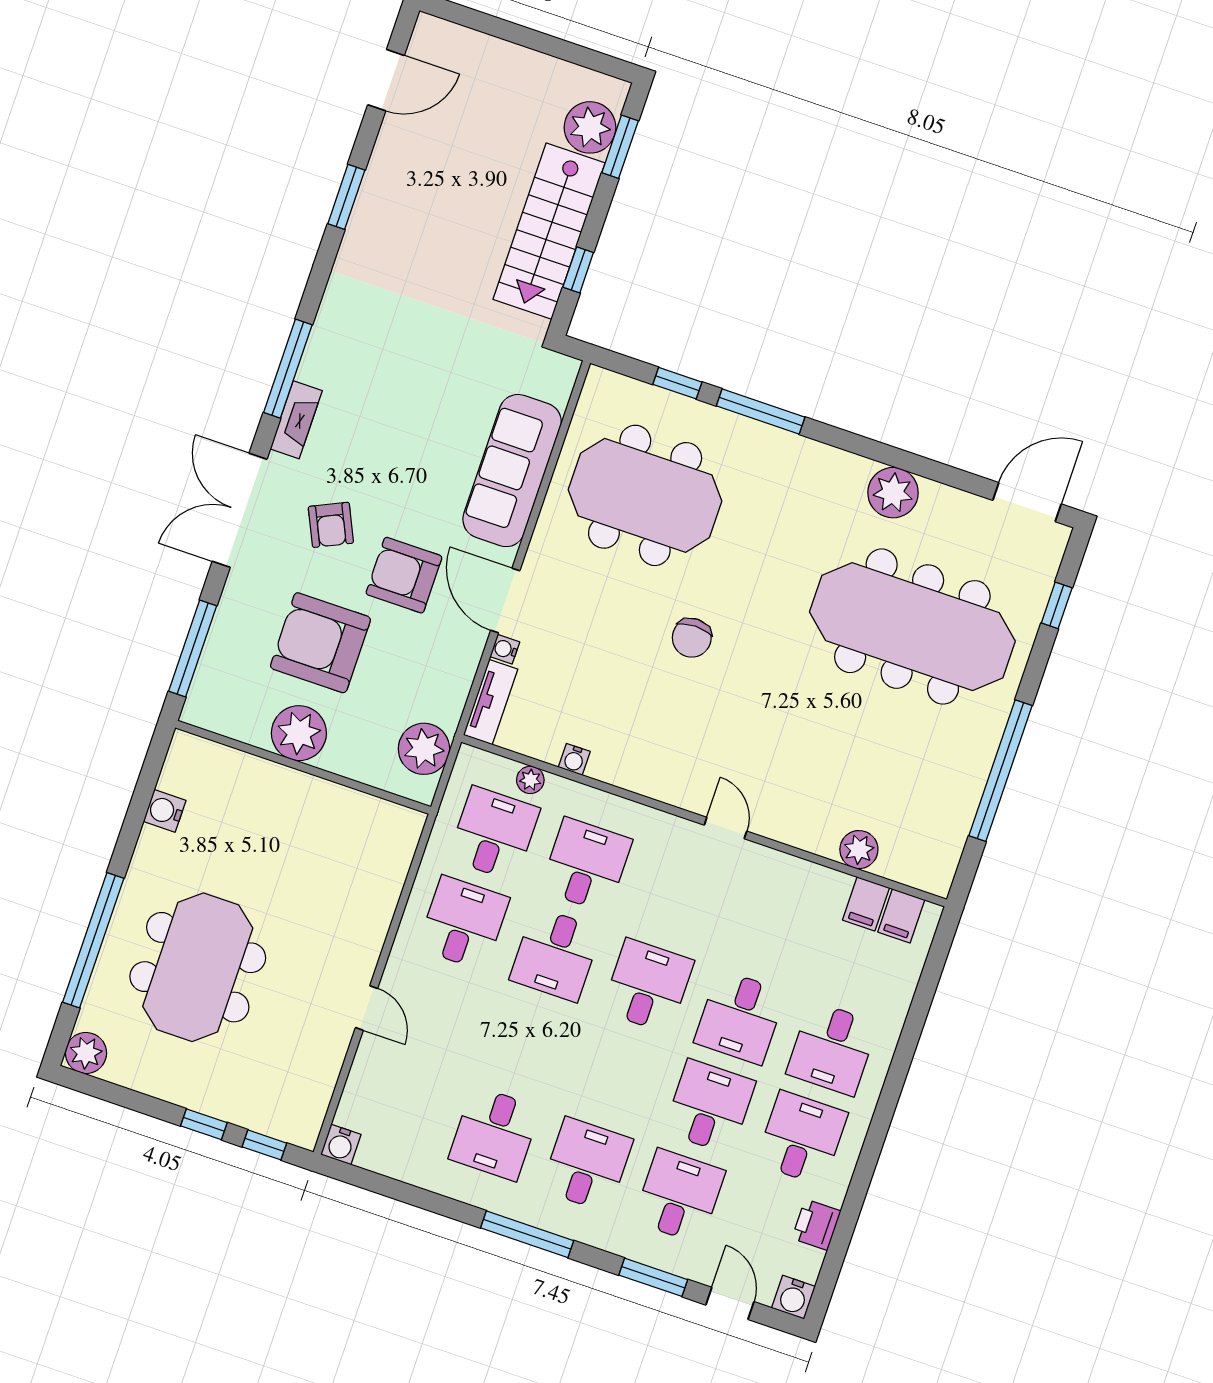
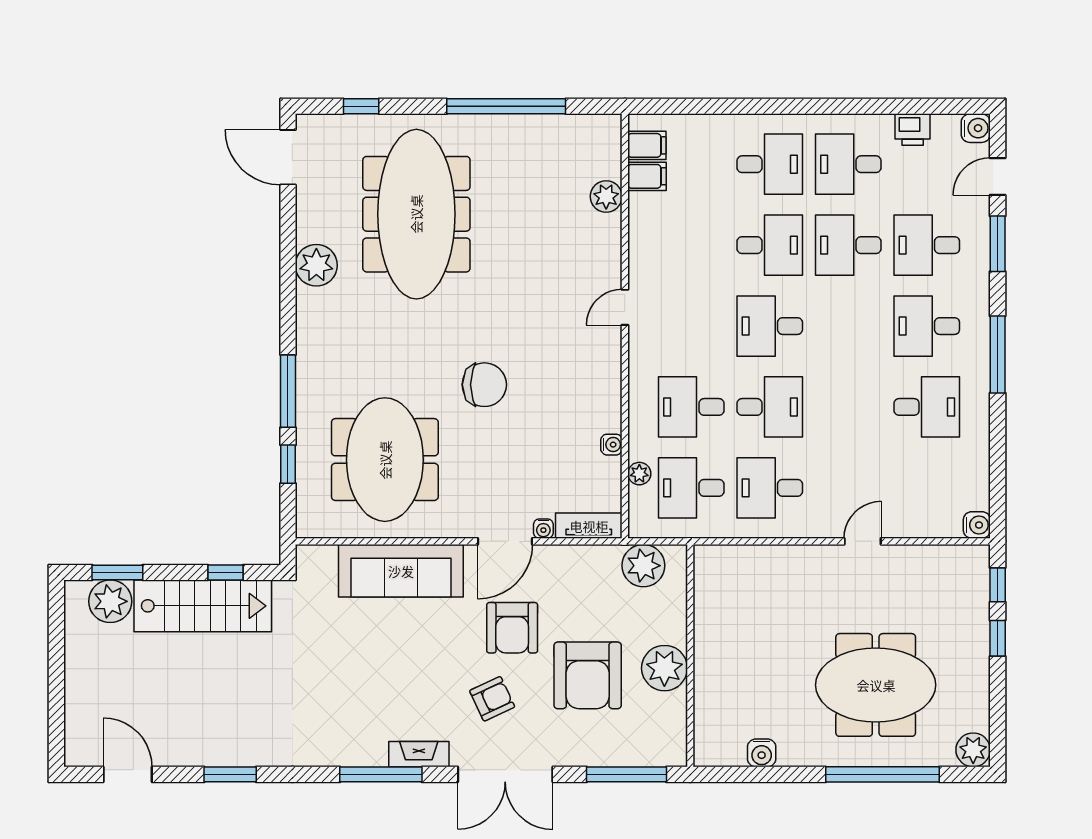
chair: (692, 638) -> (484, 385), width x1.37, depth x1.37

